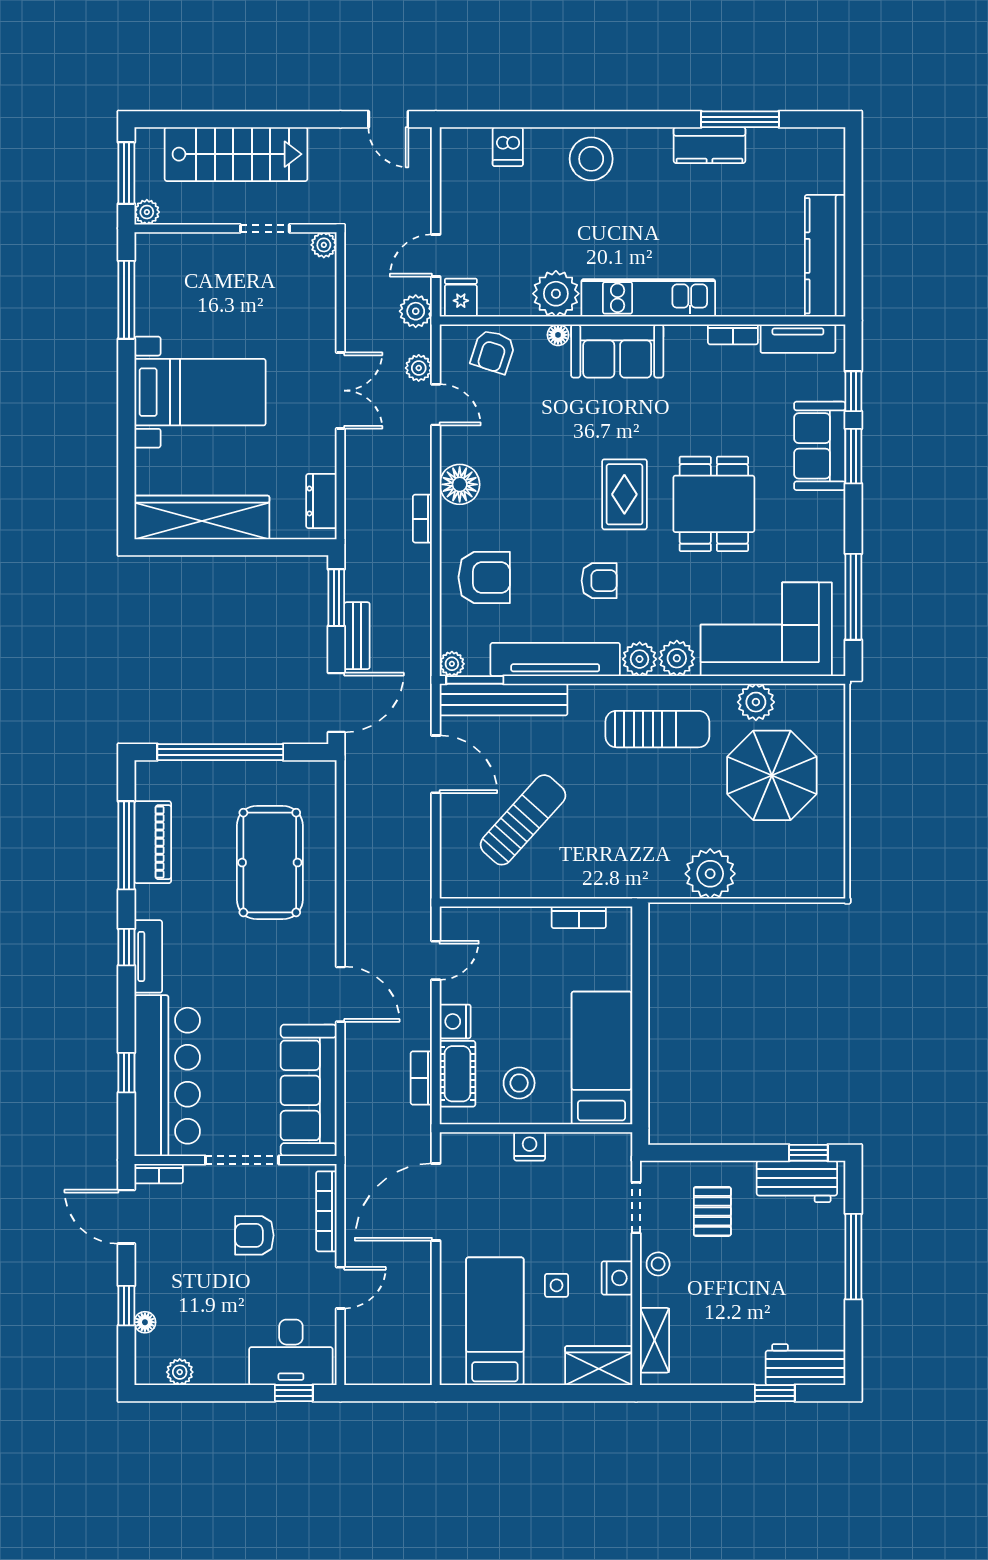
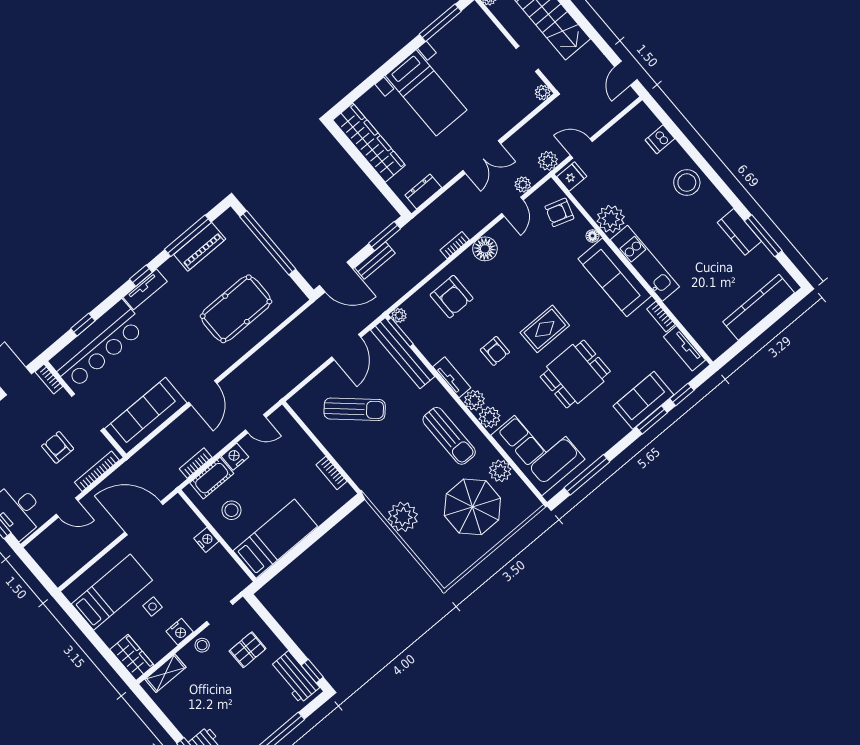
kitchen counter: (825, 256) -> (759, 307), moved
sofa: (617, 351) -> (615, 277), width x1.36
tv unit: (555, 659) -> (452, 377), width x0.52, depth x0.78

